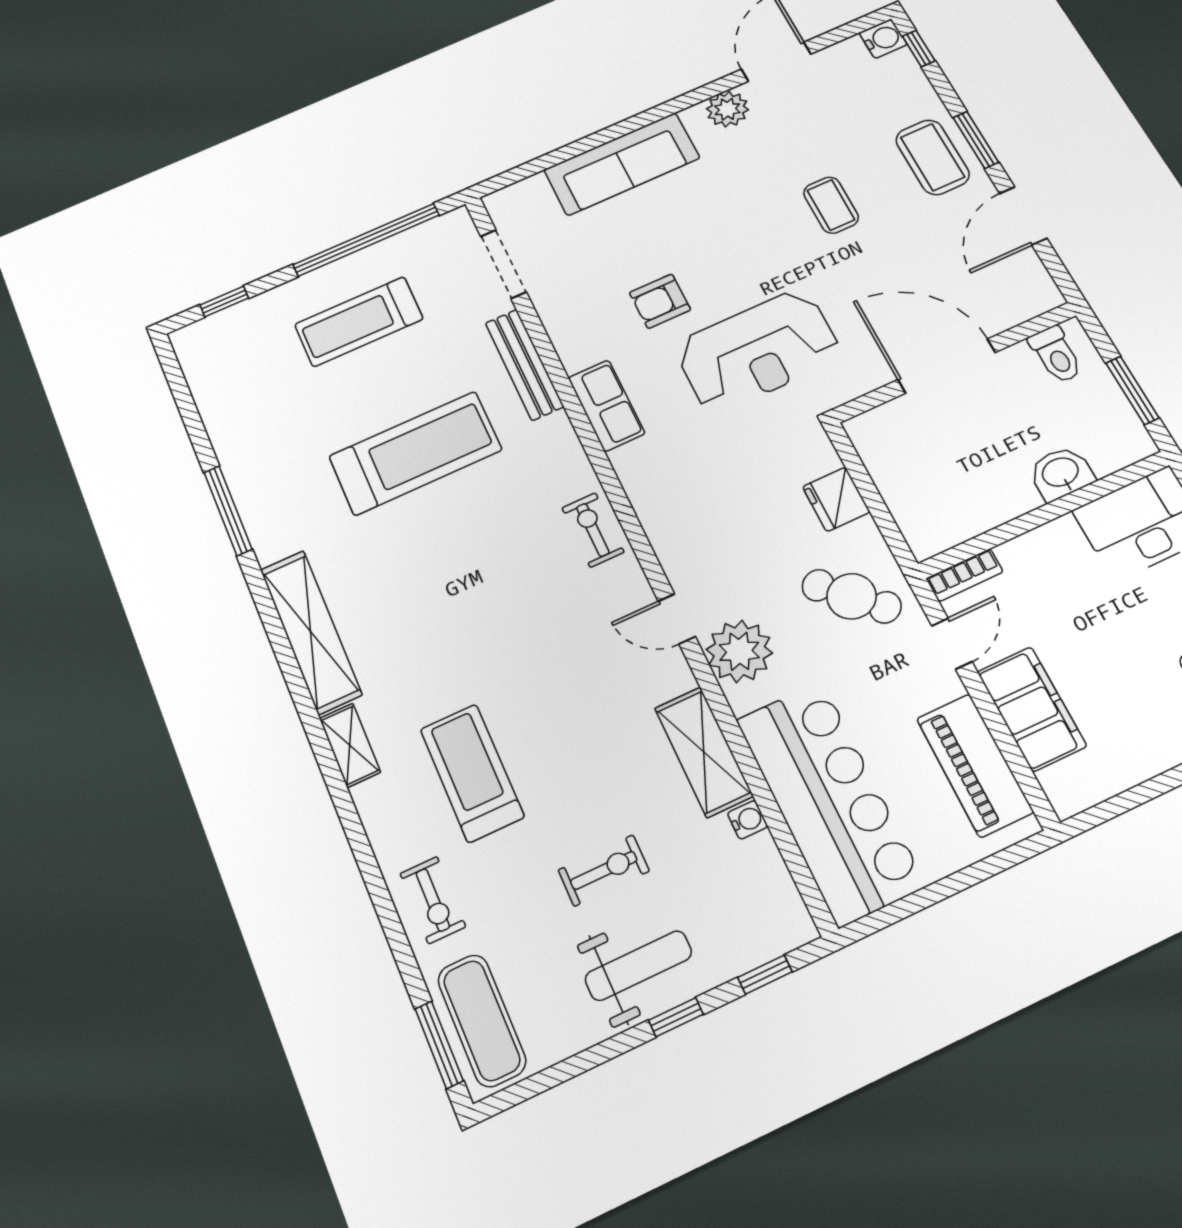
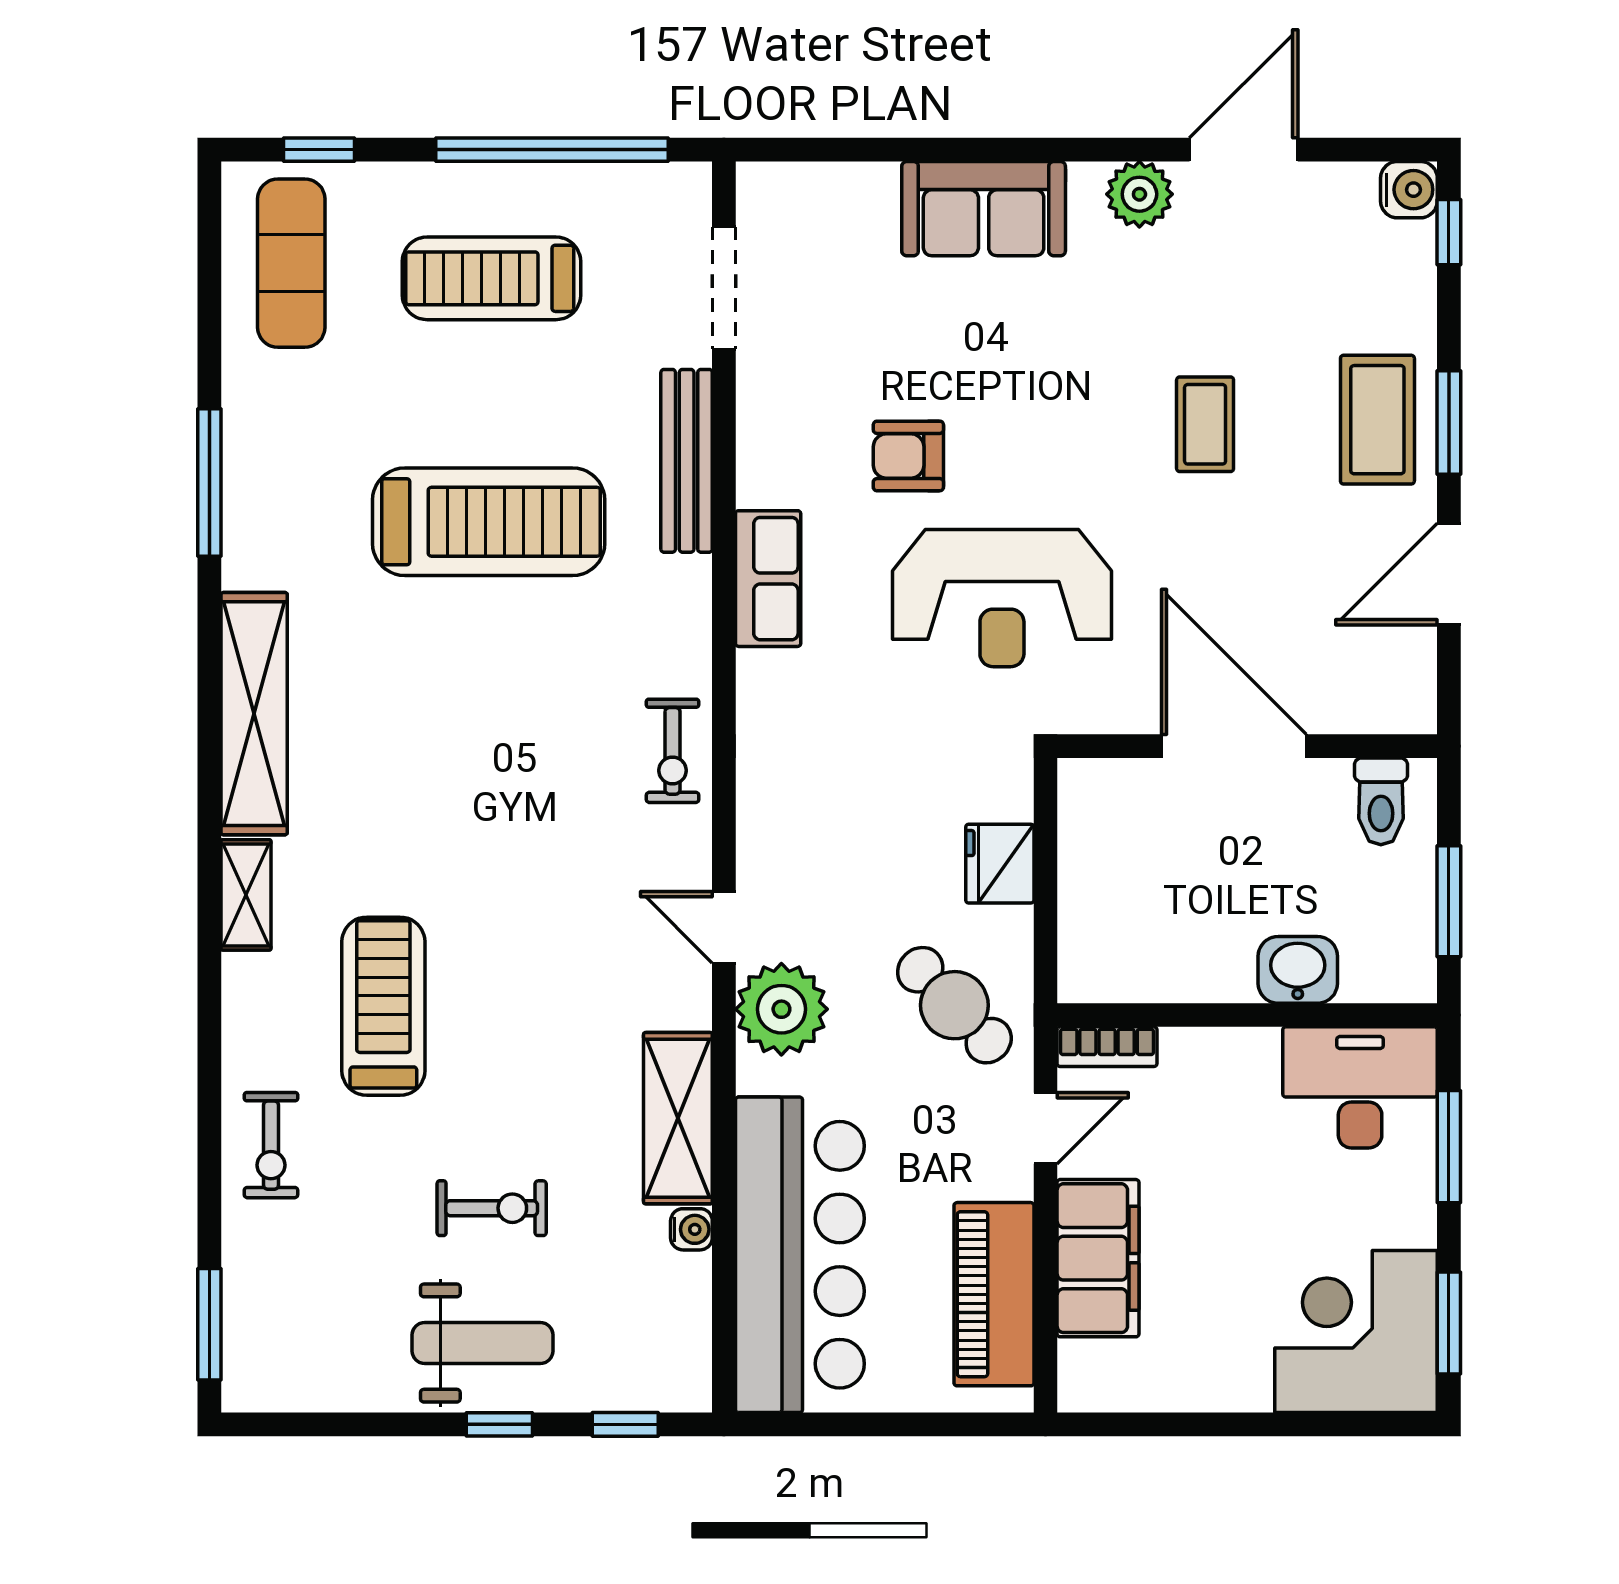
sofa: (622, 164) -> (984, 209), width x0.73
exercise bike: (593, 530) -> (673, 751), turned 180
exercise mat: (482, 1020) -> (291, 263), moved

